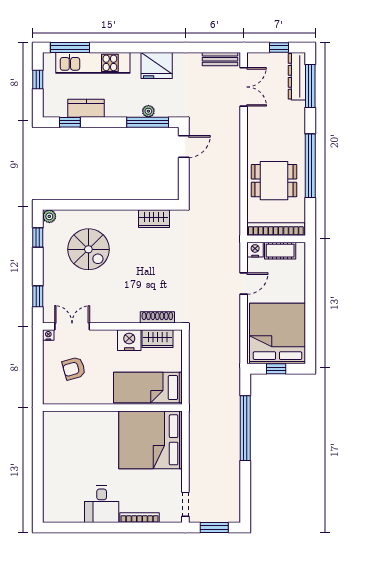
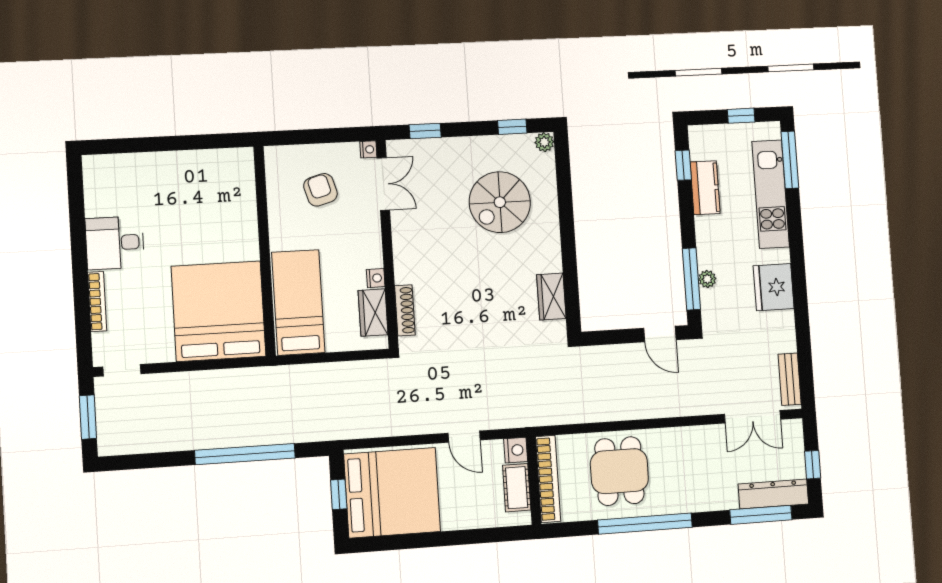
nightstand: (129, 340) -> (376, 278), width x0.53, depth x0.56

